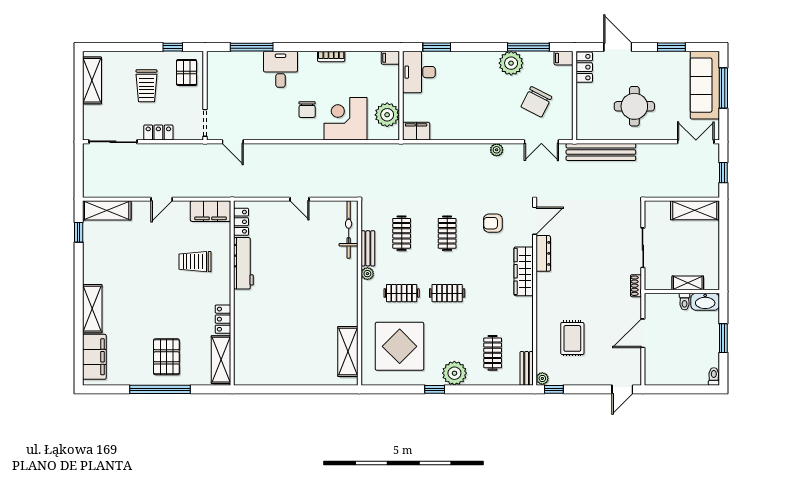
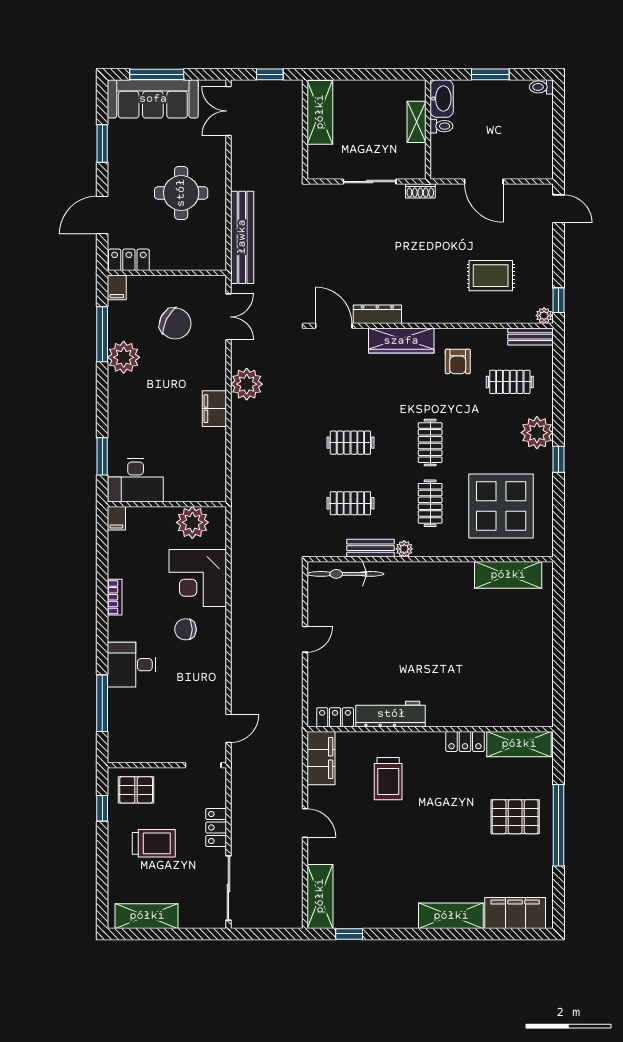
chair: (307, 110) -> (185, 629), turned 180
filing cabinet: (416, 131) -> (214, 409), moved
plant: (497, 150) -> (247, 384), width x1.87, depth x1.87
armchair: (493, 223) -> (458, 361), moved

